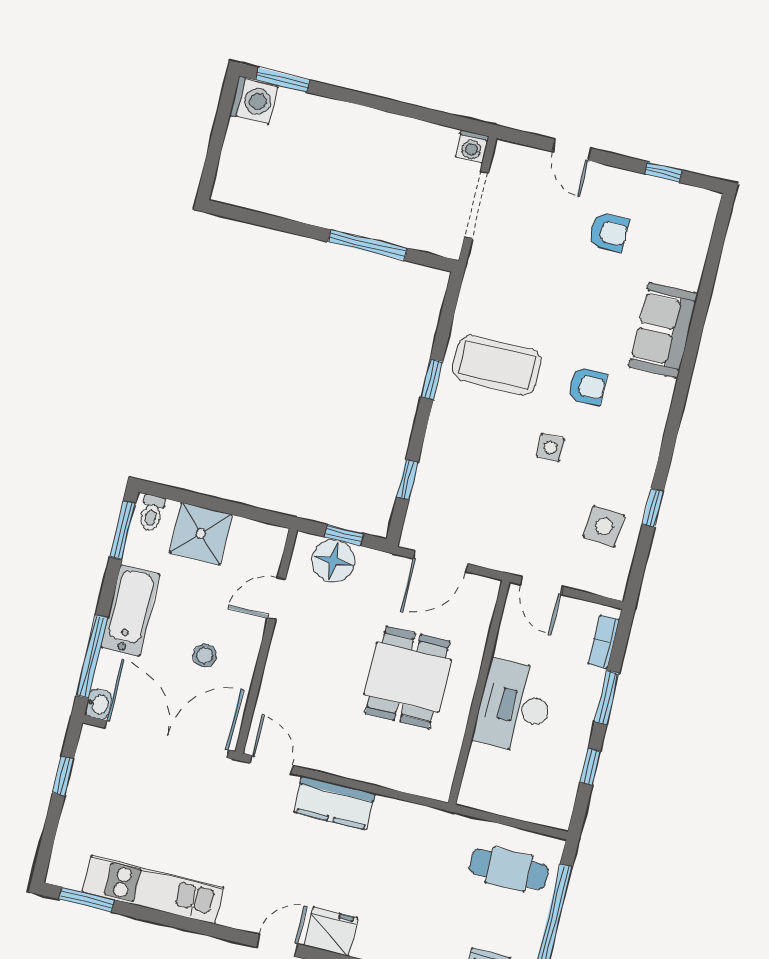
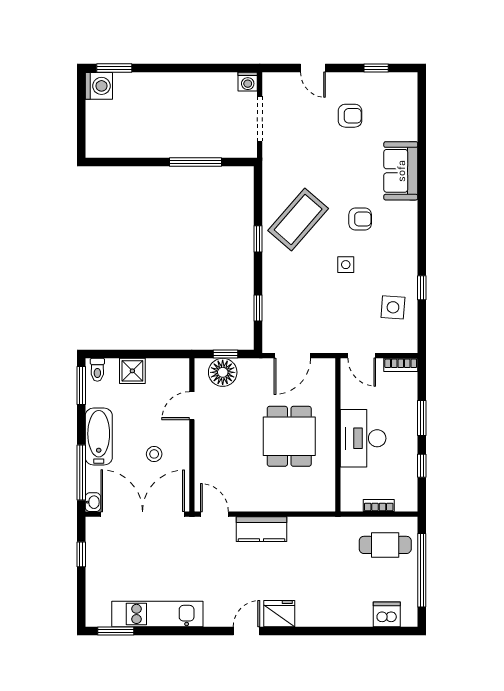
coffee table: (497, 365) -> (298, 219), turned -49
shower: (201, 534) -> (132, 371), width x0.73, depth x0.73
bookcase: (604, 642) -> (401, 365), moved, turned -90
bookcase: (513, 810) -> (379, 505), added

